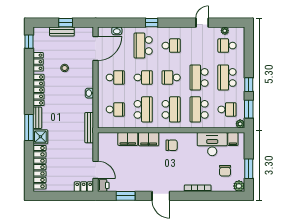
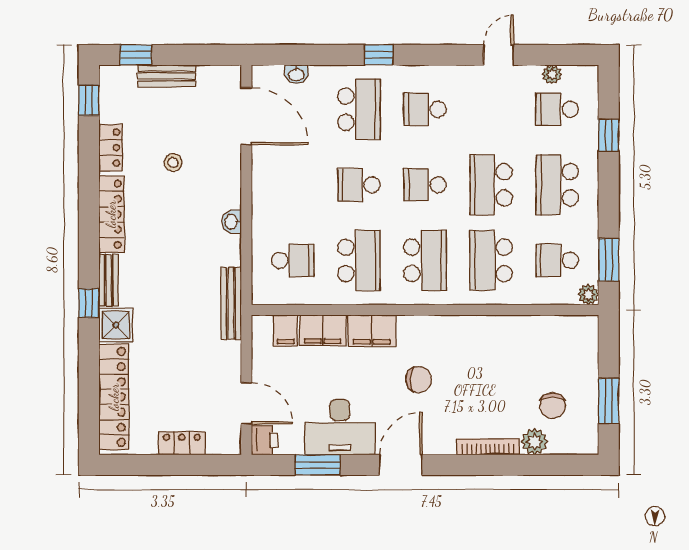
window: (66, 23) -> (136, 55), moved
school desk: (143, 46) -> (359, 109), turned 180
school desk: (171, 46) -> (425, 109), turned 180
door: (96, 48) -> (246, 116), hinge flipped
school desk: (115, 77) -> (293, 185), removed
school desk: (143, 77) -> (359, 185), turned 180
window: (249, 85) -> (609, 135), moved
school desk: (227, 109) -> (557, 260), turned 180
window: (29, 127) -> (89, 303), width x0.46
filing cabinet: (233, 139) -> (286, 331), moved
desk: (212, 144) -> (340, 427), moved, turned 180
chair: (172, 145) -> (419, 380), moved
plant: (239, 186) -> (534, 442), moved
locker: (84, 187) -> (182, 443), moved
door: (161, 196) -> (401, 465), swing flipped

